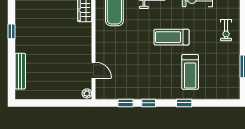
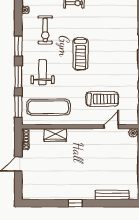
treadmill: (190, 72) -> (102, 99), moved

